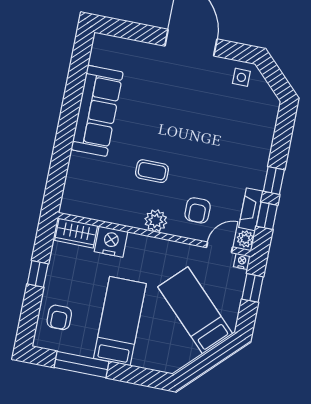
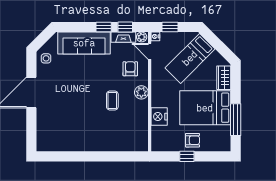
sofa: (97, 111) -> (84, 43), moved, turned 180
armchair: (198, 210) -> (130, 69), turned -90
wardrobe: (76, 233) -> (224, 78), moved, turned 180
armchair: (59, 317) -> (192, 140), moved
bed: (120, 321) -> (205, 108), width x1.50

